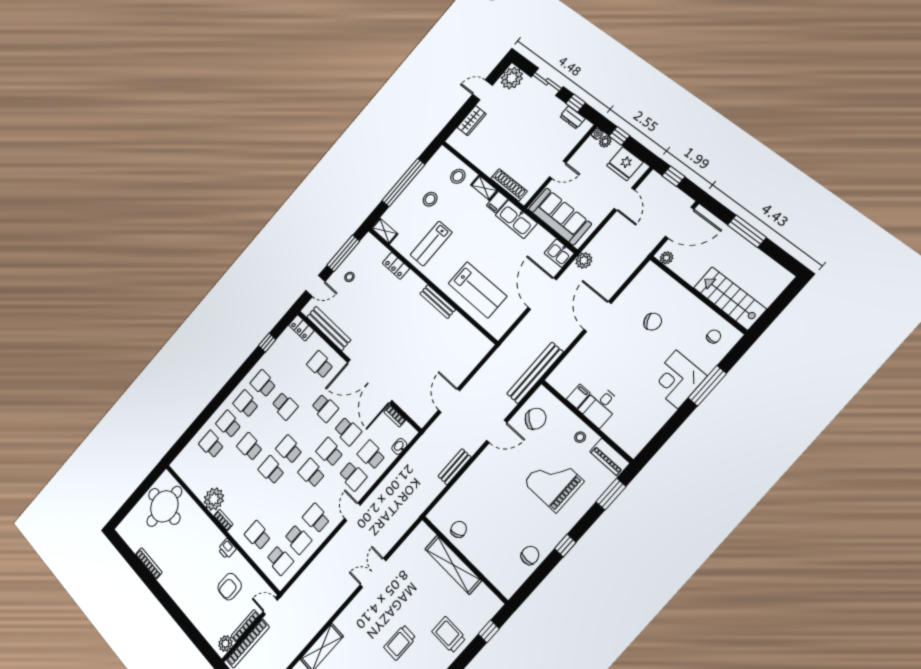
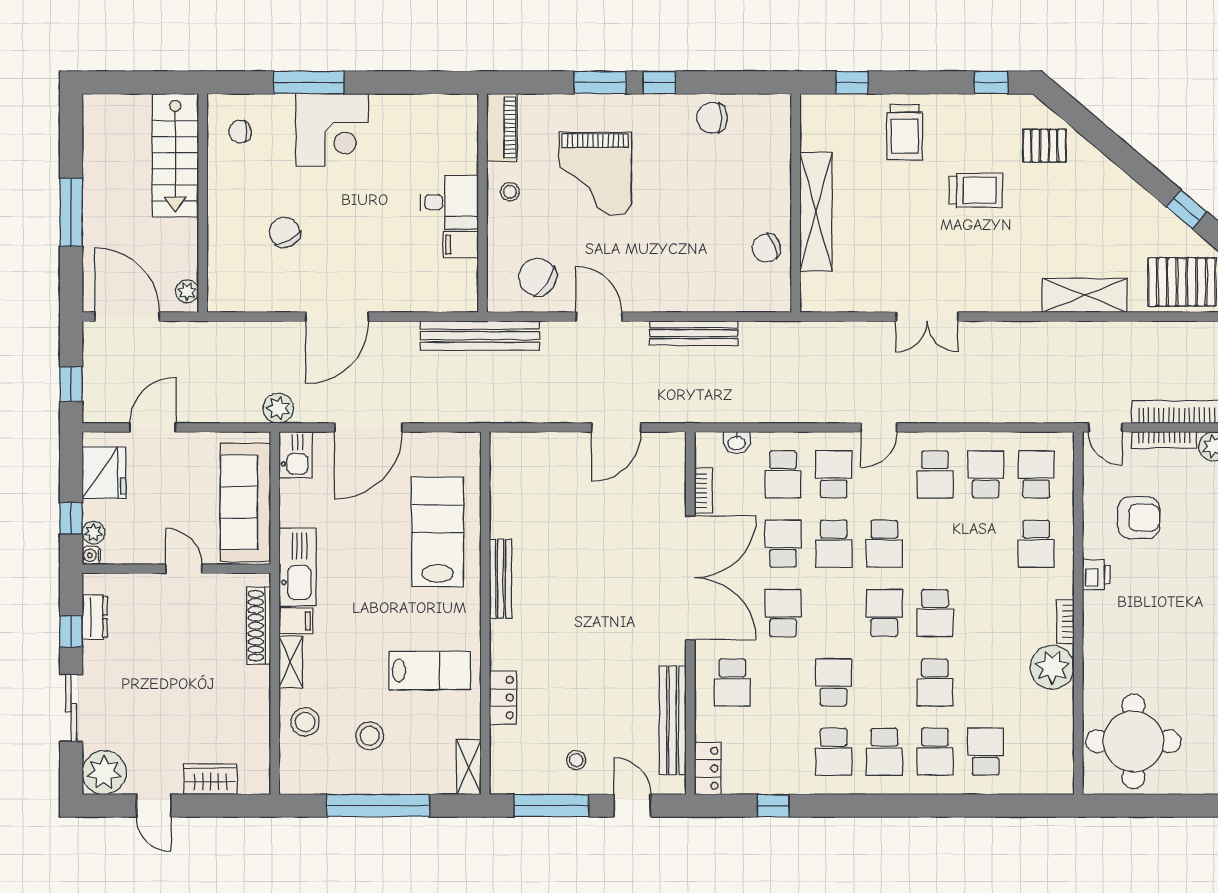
school desk: (211, 444) -> (986, 752), turned 180
school desk: (289, 449) -> (884, 613), turned 180
bench: (455, 467) -> (694, 333), width x1.36
window: (611, 494) -> (600, 82), moved

